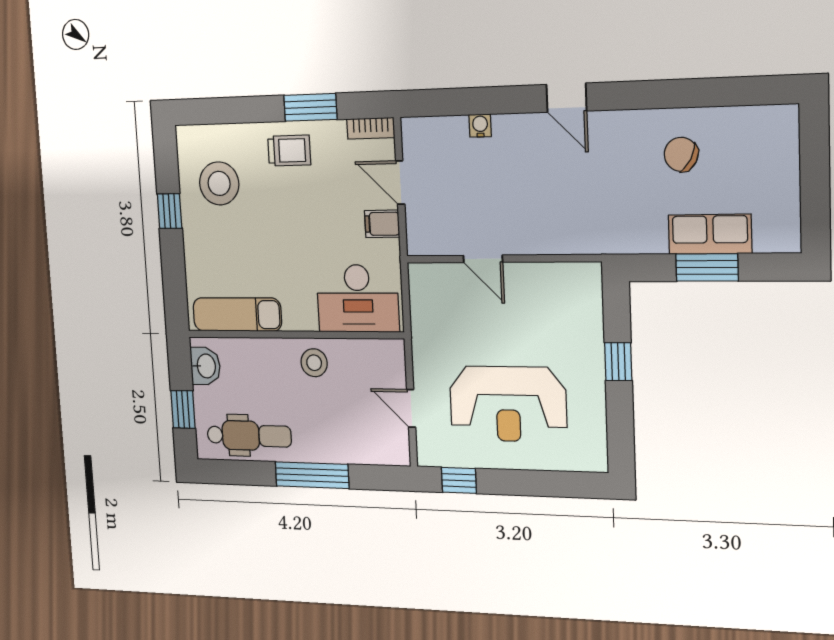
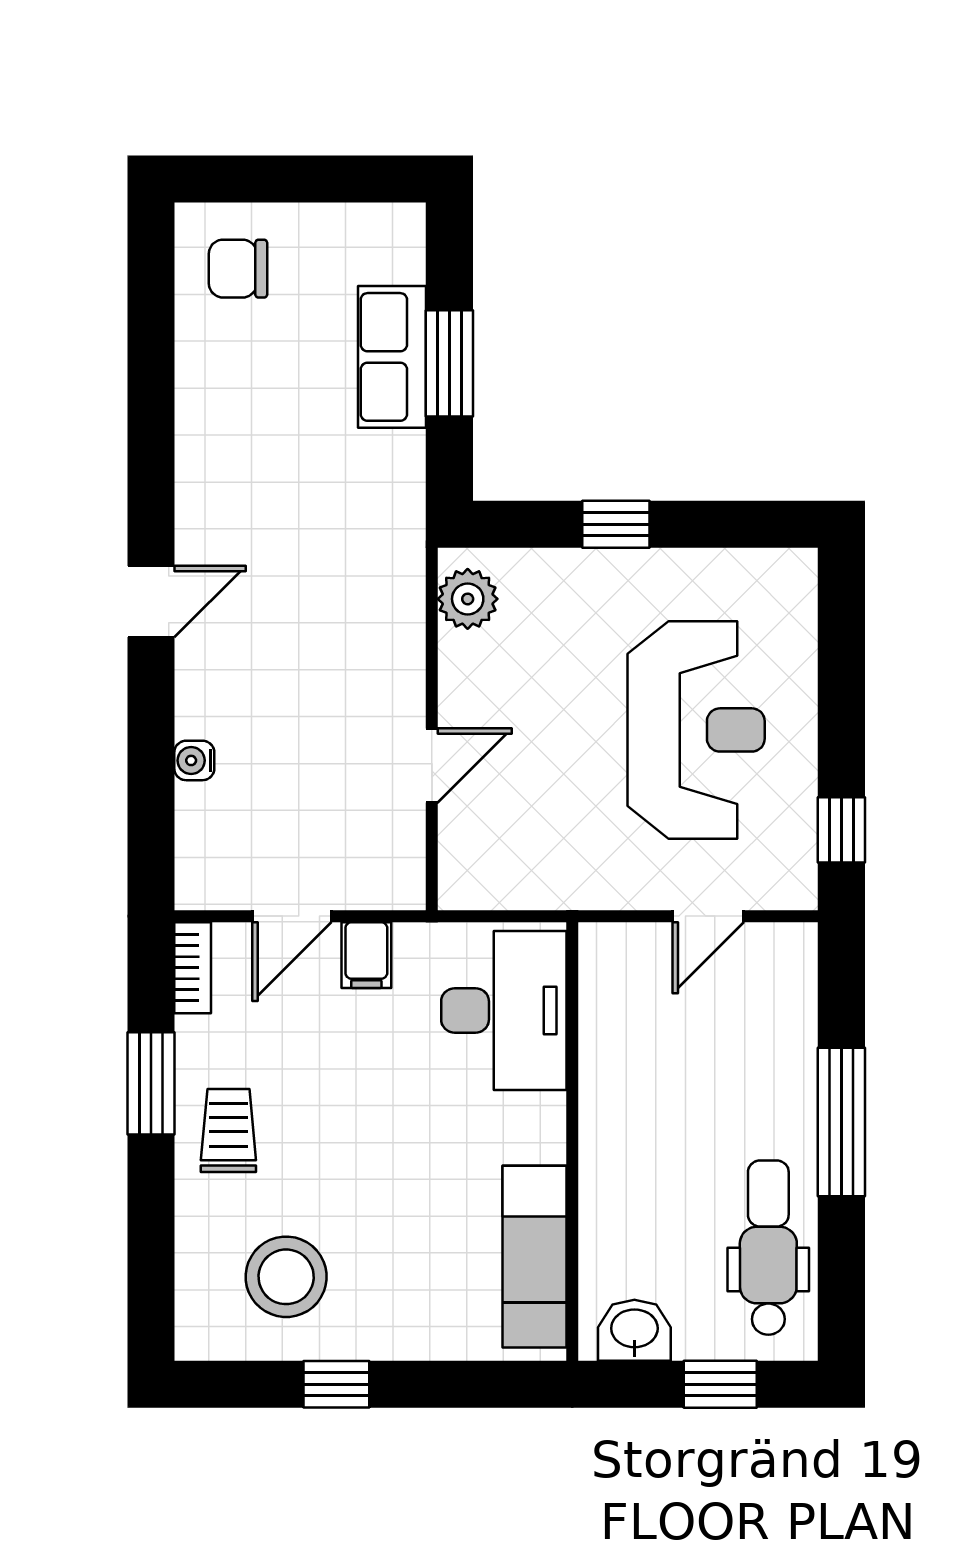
chair: (681, 154) -> (238, 269), moved, turned 62
plant: (574, 278) -> (468, 599), added
stool: (314, 363) -> (625, 1105), removed

